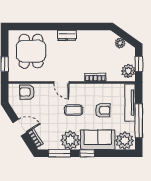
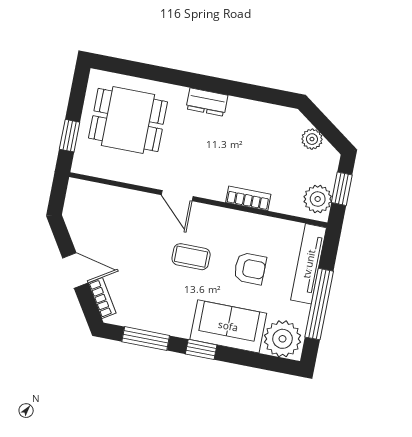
dining table: (31, 51) -> (128, 120), turned 90
armchair: (27, 92) -> (104, 201), removed
plant: (70, 140) -> (172, 316), removed

